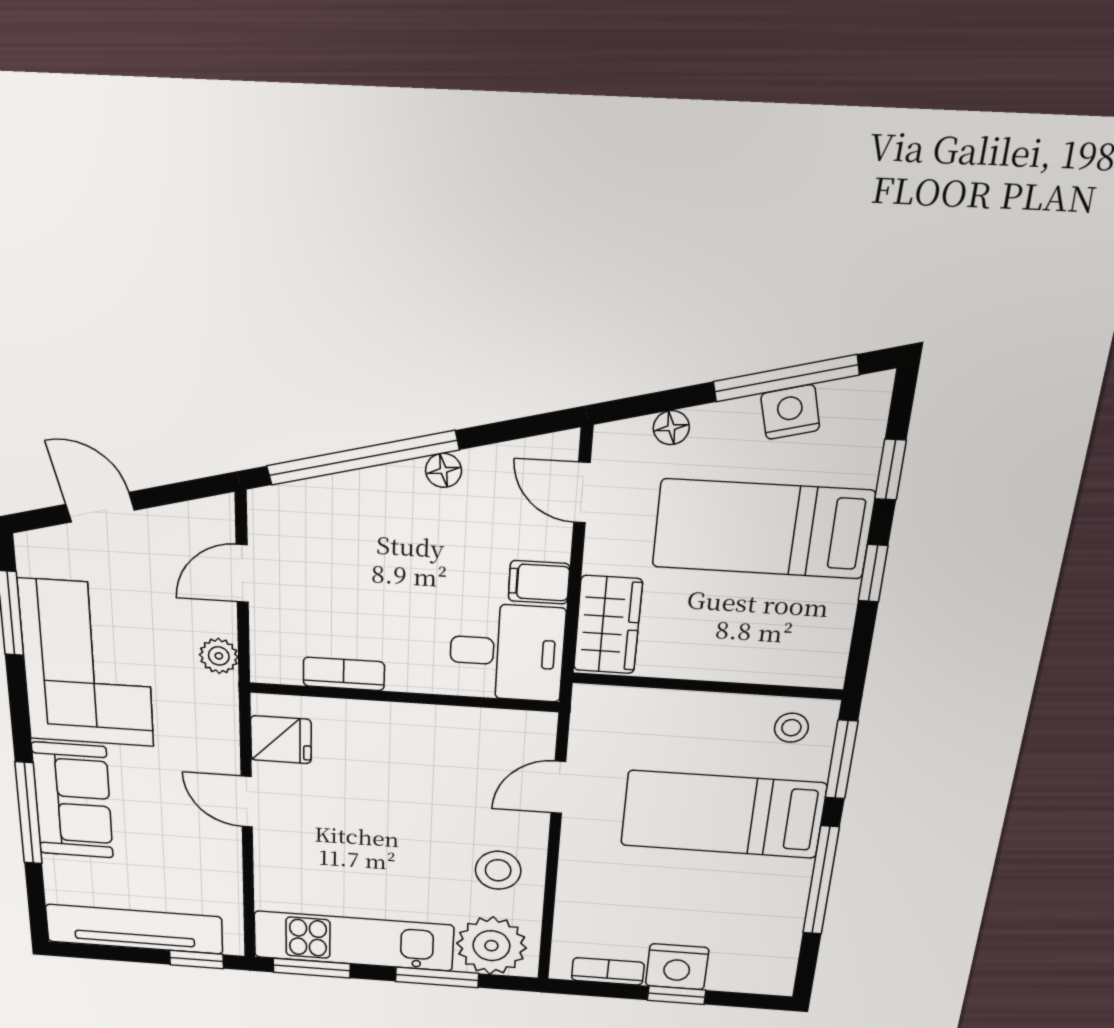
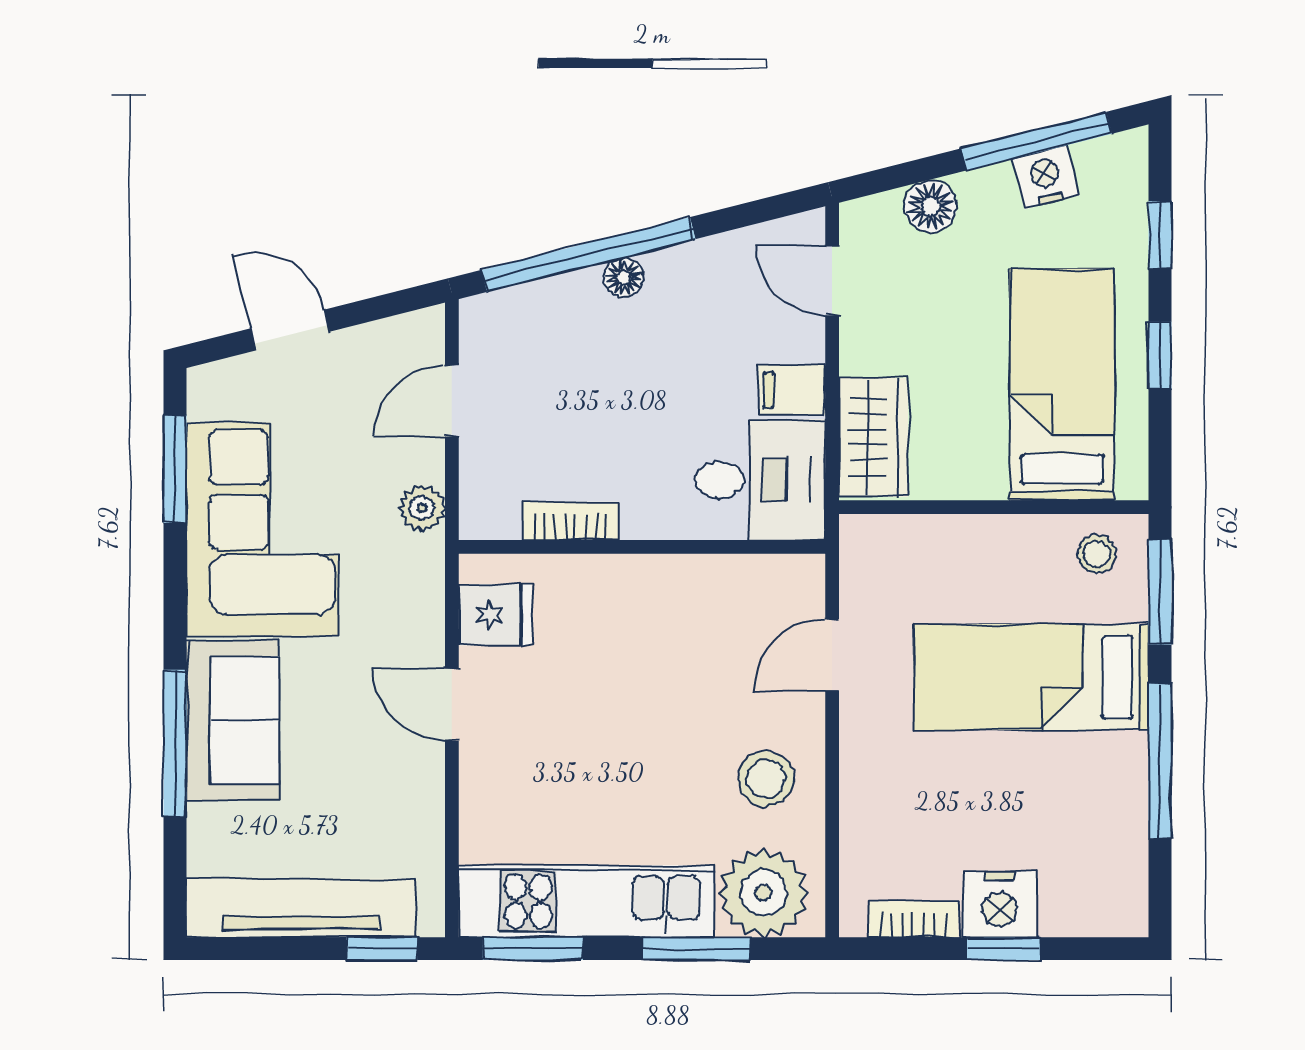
floor lamp: (671, 428) -> (931, 206), width x1.37, depth x1.37
floor lamp: (444, 470) -> (624, 278), moved
bed: (762, 529) -> (1062, 385), moved, turned 90

